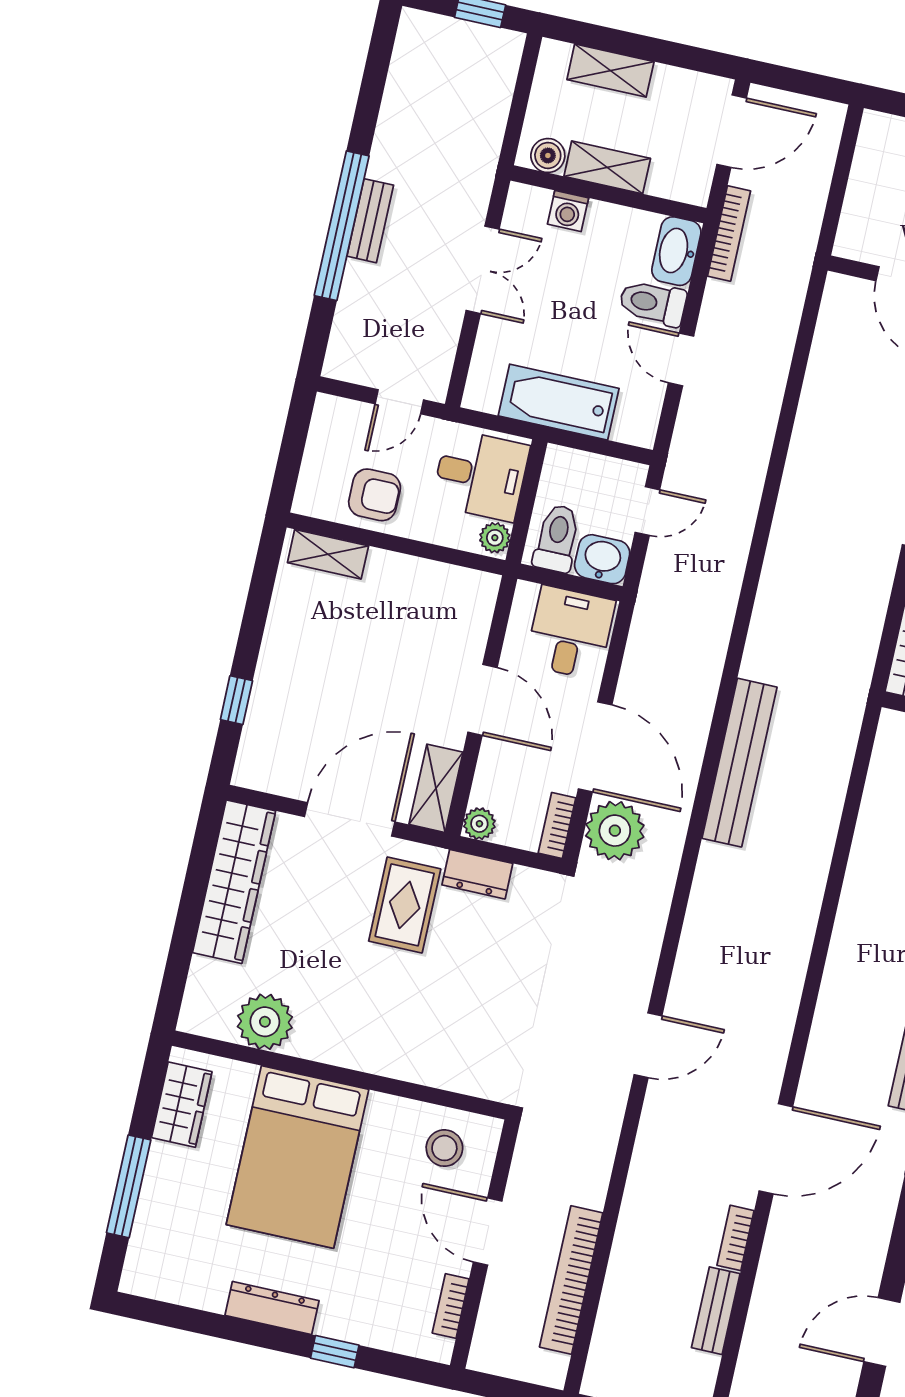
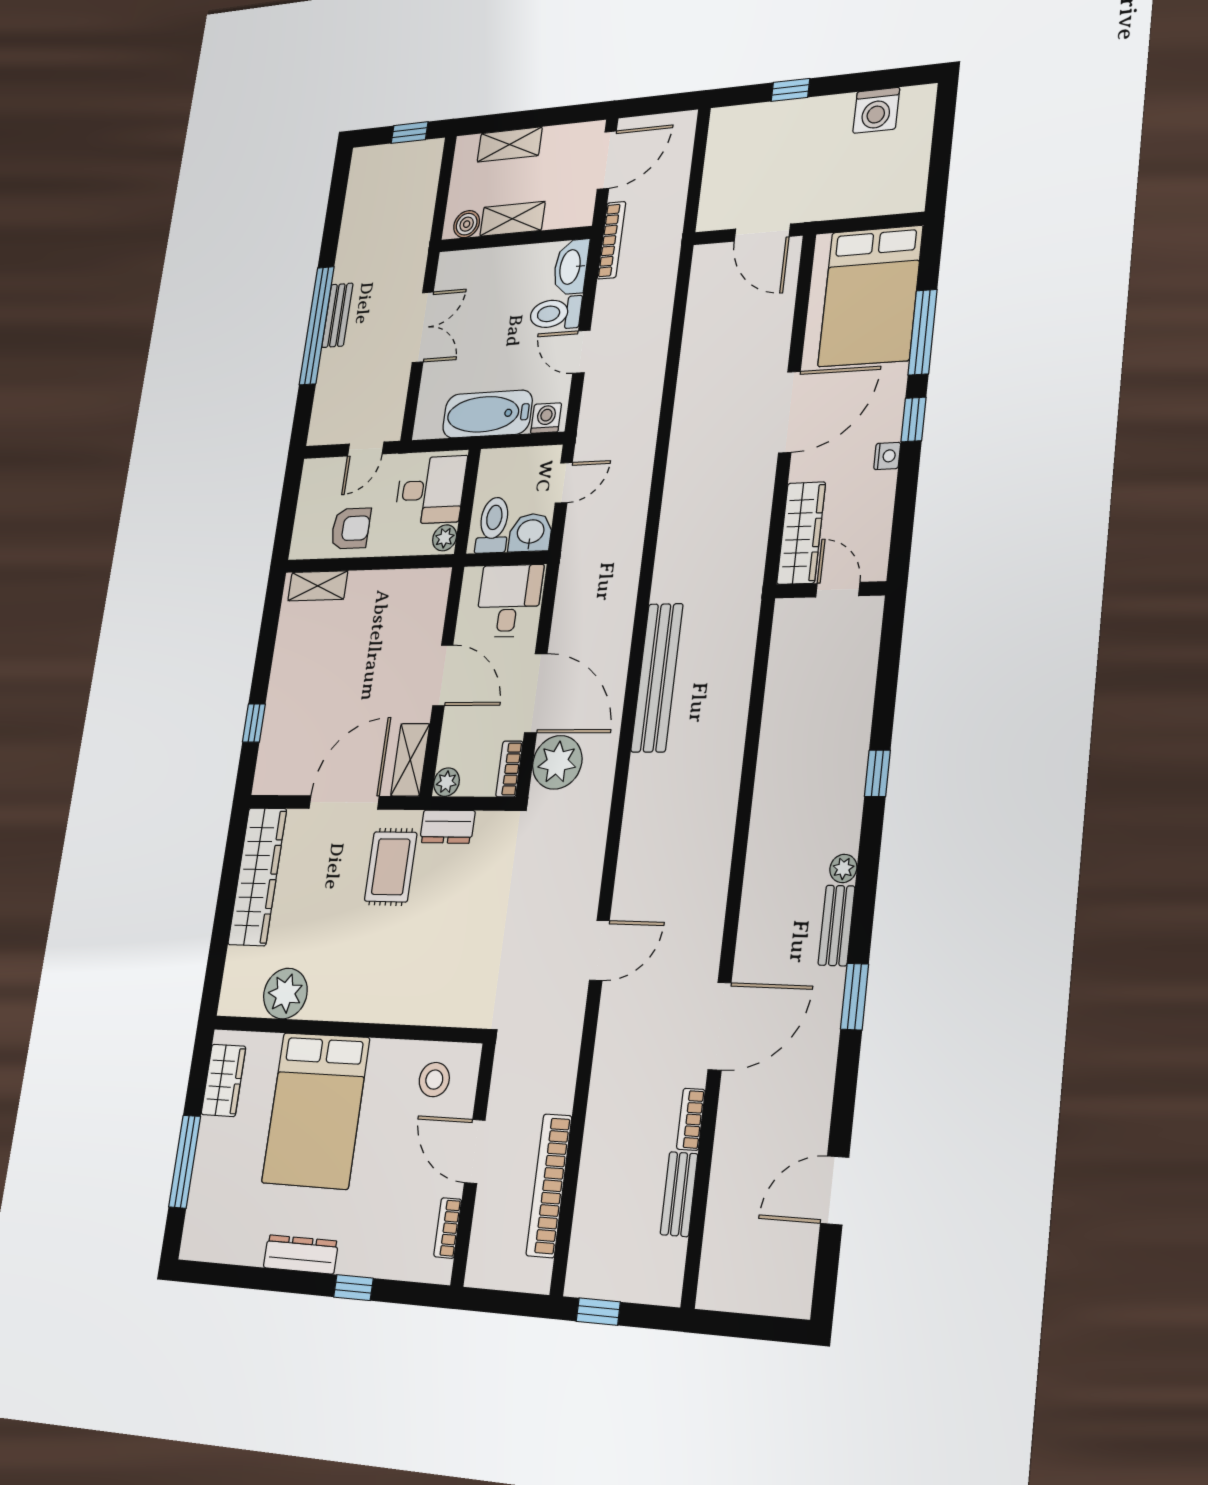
washing machine: (568, 211) -> (546, 418), moved, turned 180

